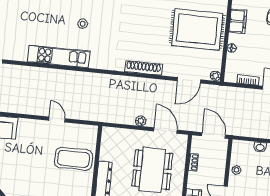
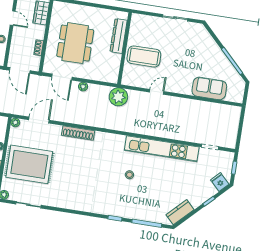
kitchen unit: (59, 56) -> (162, 149), width x1.36
plant: (100, 111) -> (118, 97), added
door: (57, 119) -> (157, 92), swing flipped

